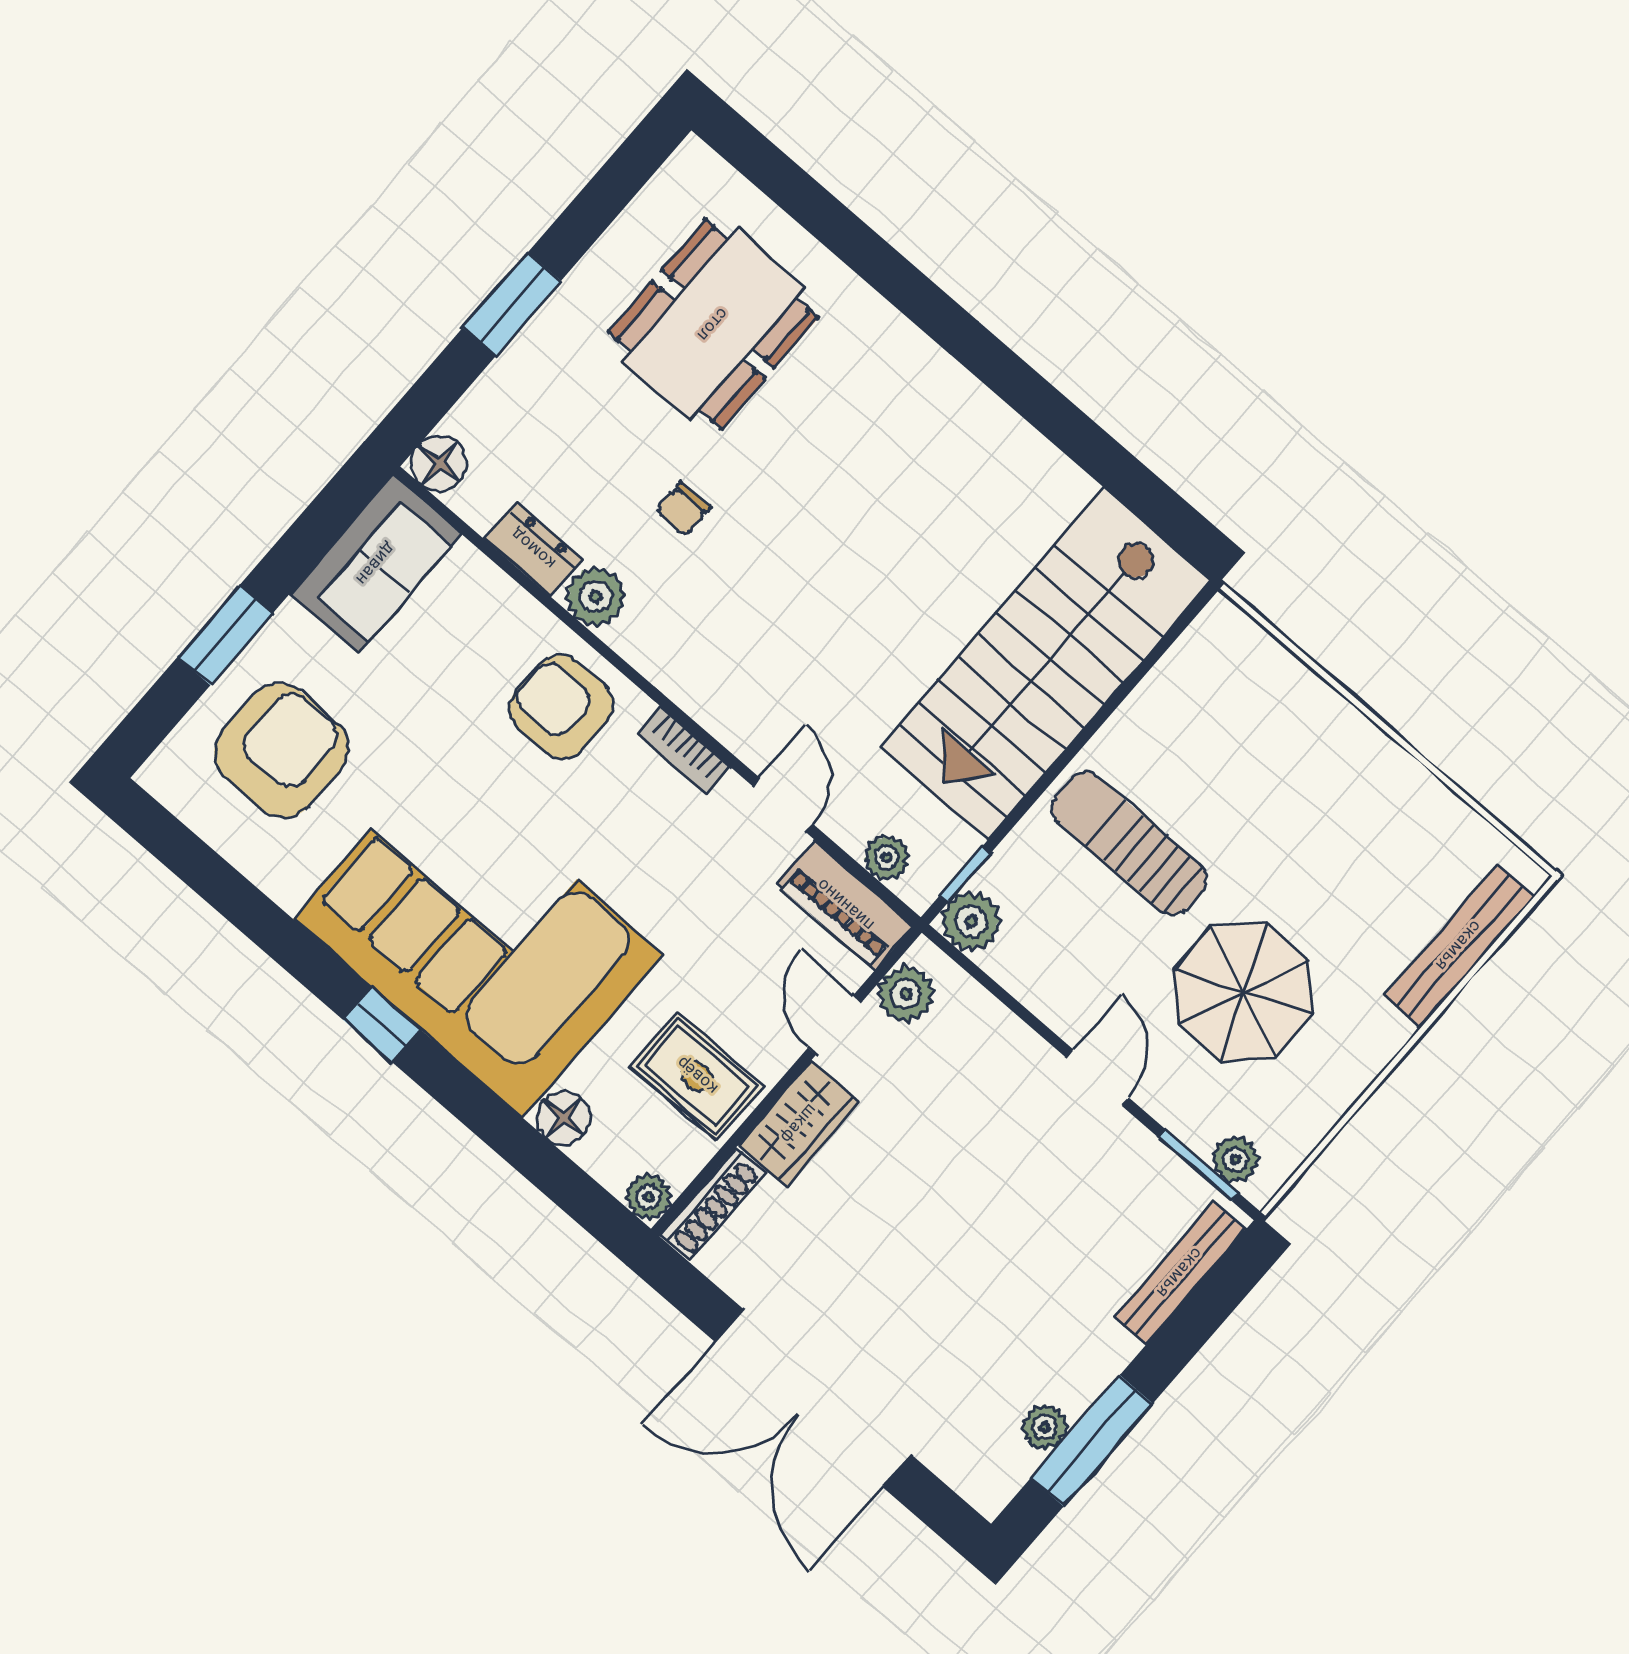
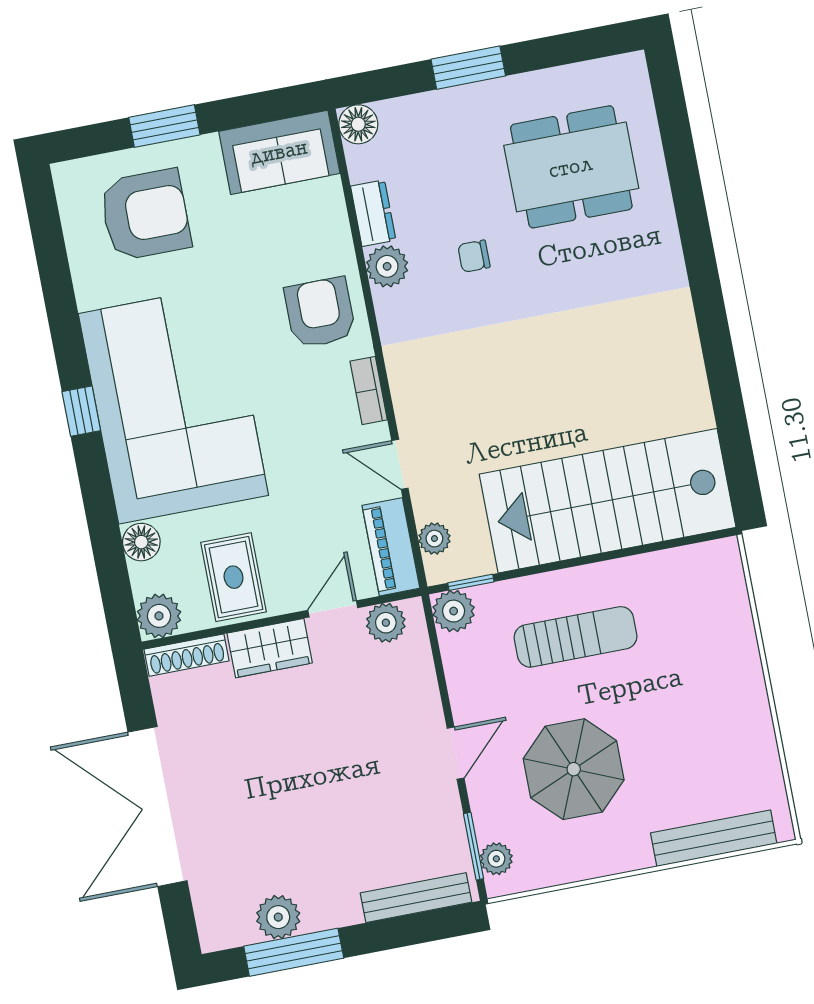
door: (783, 805) -> (400, 464), swing flipped
sun lounger: (1129, 844) -> (576, 637), turned 90
plant: (649, 1197) -> (159, 616), width x1.38, depth x1.38
plant: (1045, 1427) -> (278, 917), width x1.38, depth x1.38

